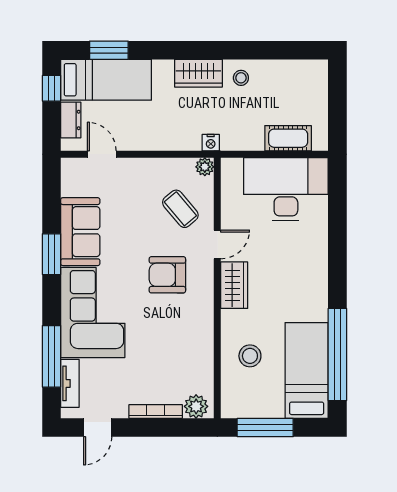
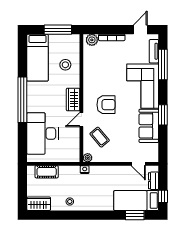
wardrobe: (198, 73) -> (39, 204), moved
desk: (286, 189) -> (42, 133), moved, turned 90
window: (337, 354) -> (22, 100), moved

